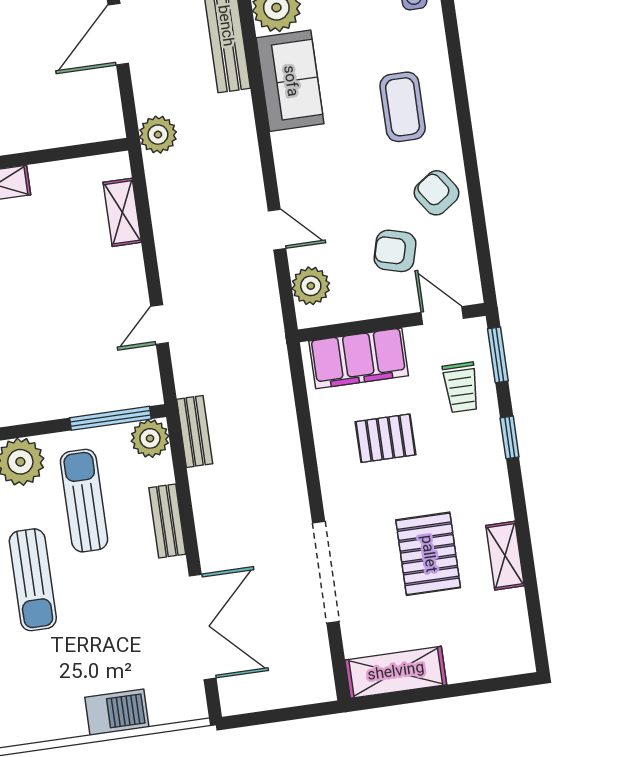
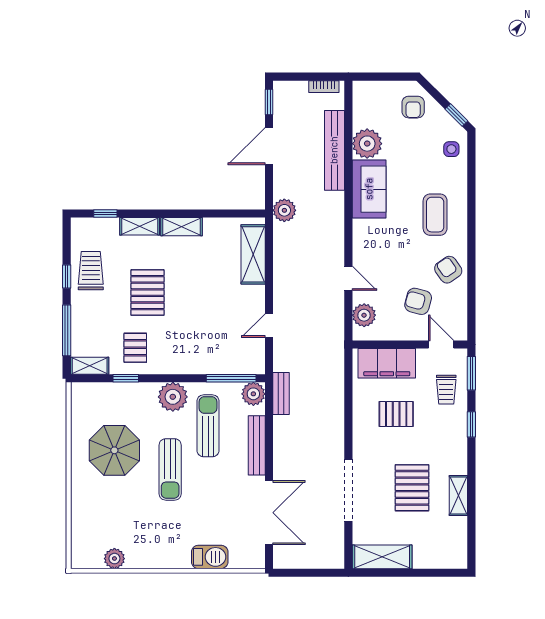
shelving: (122, 212) -> (253, 254), width x1.50, depth x1.33
bench: (167, 521) -> (257, 445), width x1.36

